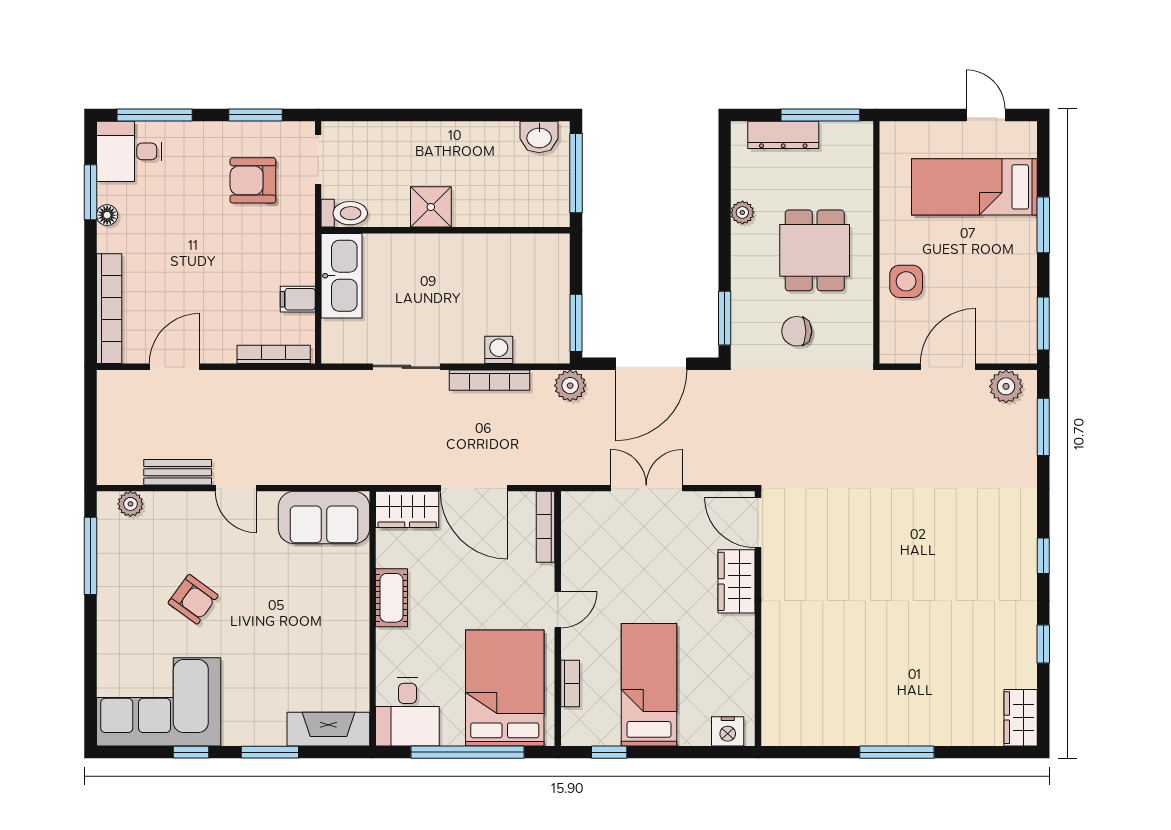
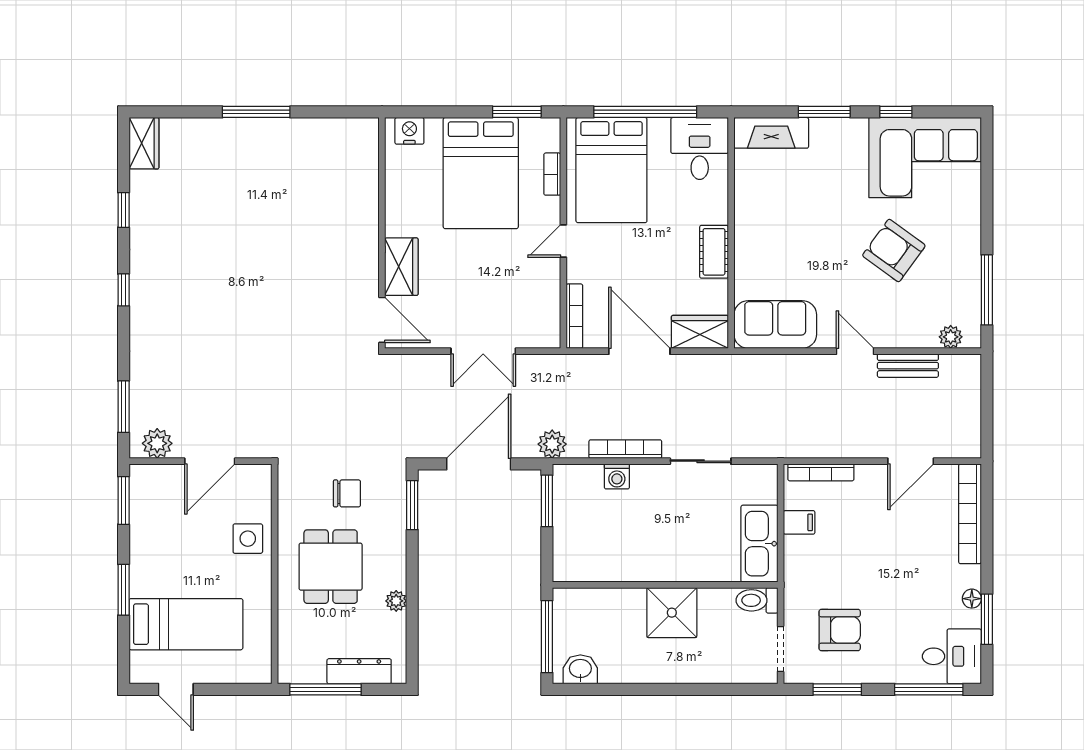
shower: (431, 207) -> (672, 613), width x1.36, depth x1.36
armchair: (193, 599) -> (894, 250), width x1.38, depth x1.38
bed: (649, 685) -> (481, 173), width x1.50
window: (609, 752) -> (517, 112), width x1.50

